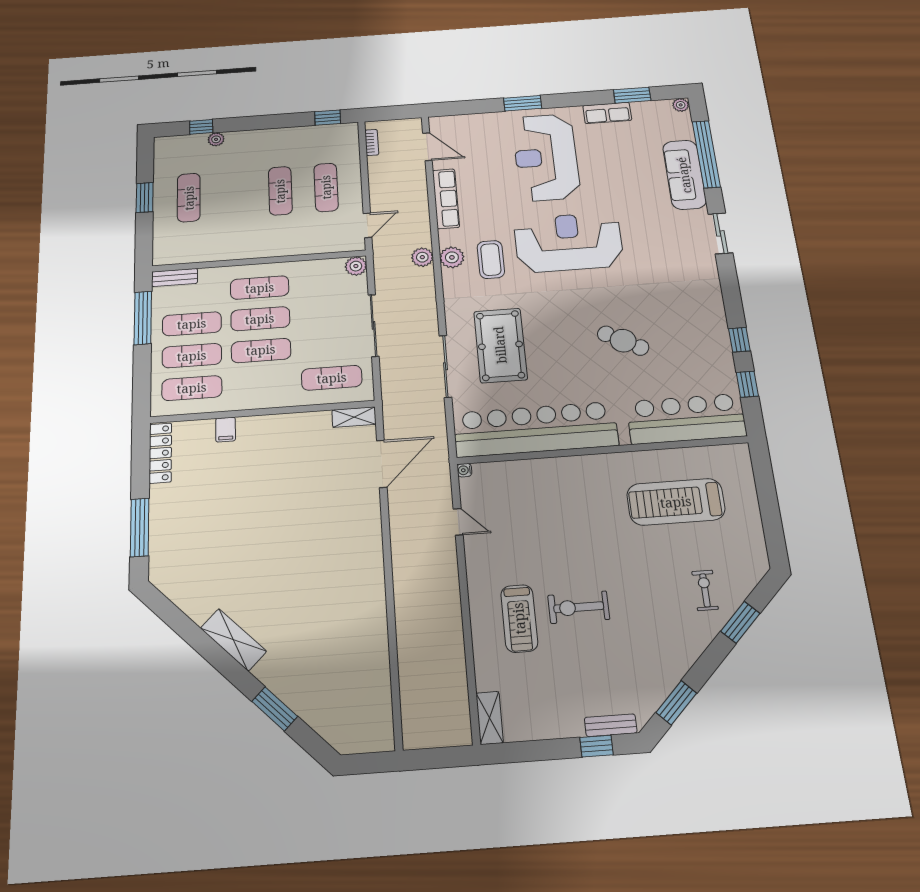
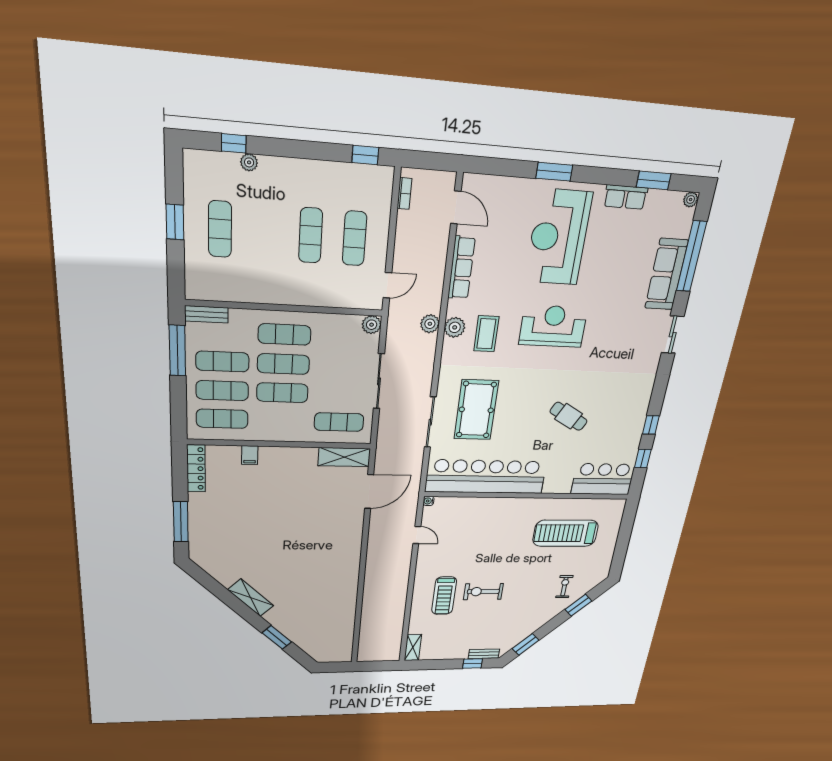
reception desk: (568, 242) -> (553, 326), width x0.74, depth x0.77
shelving: (354, 417) -> (344, 457), width x1.50, depth x1.33
bar counter: (686, 419) -> (603, 479), width x0.73

